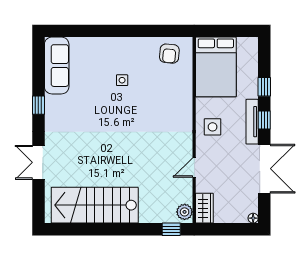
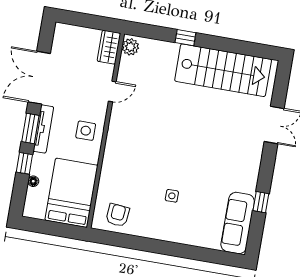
window: (38, 105) -> (261, 202), moved
window: (264, 120) -> (30, 128), width x1.50
floor lamp: (253, 218) -> (33, 181), moved
window: (171, 229) -> (185, 38), moved

